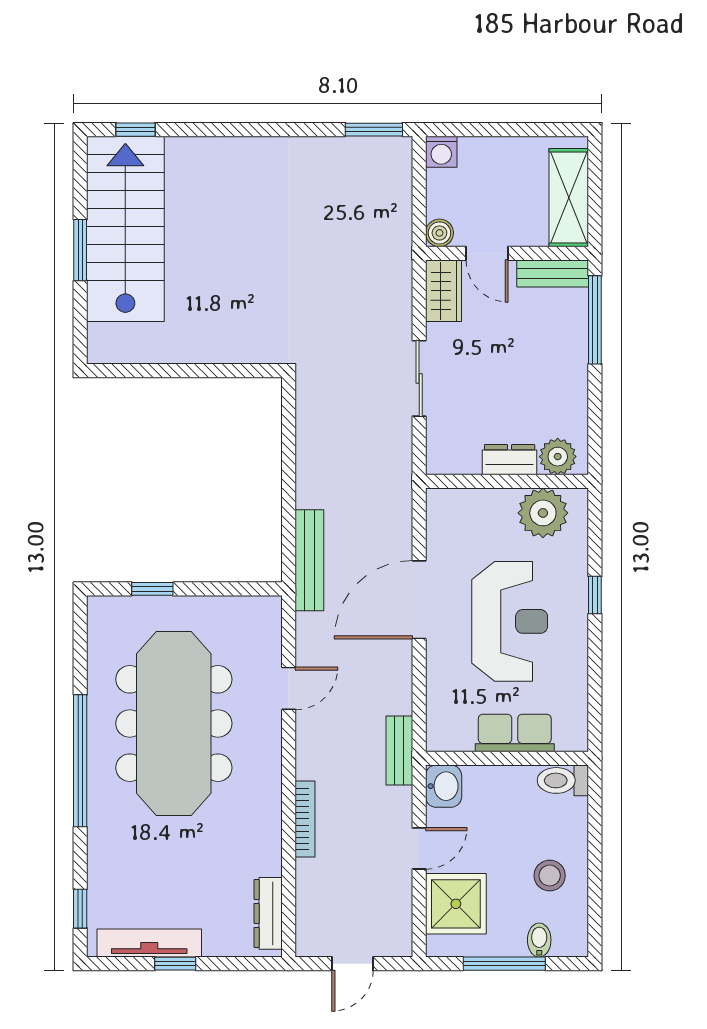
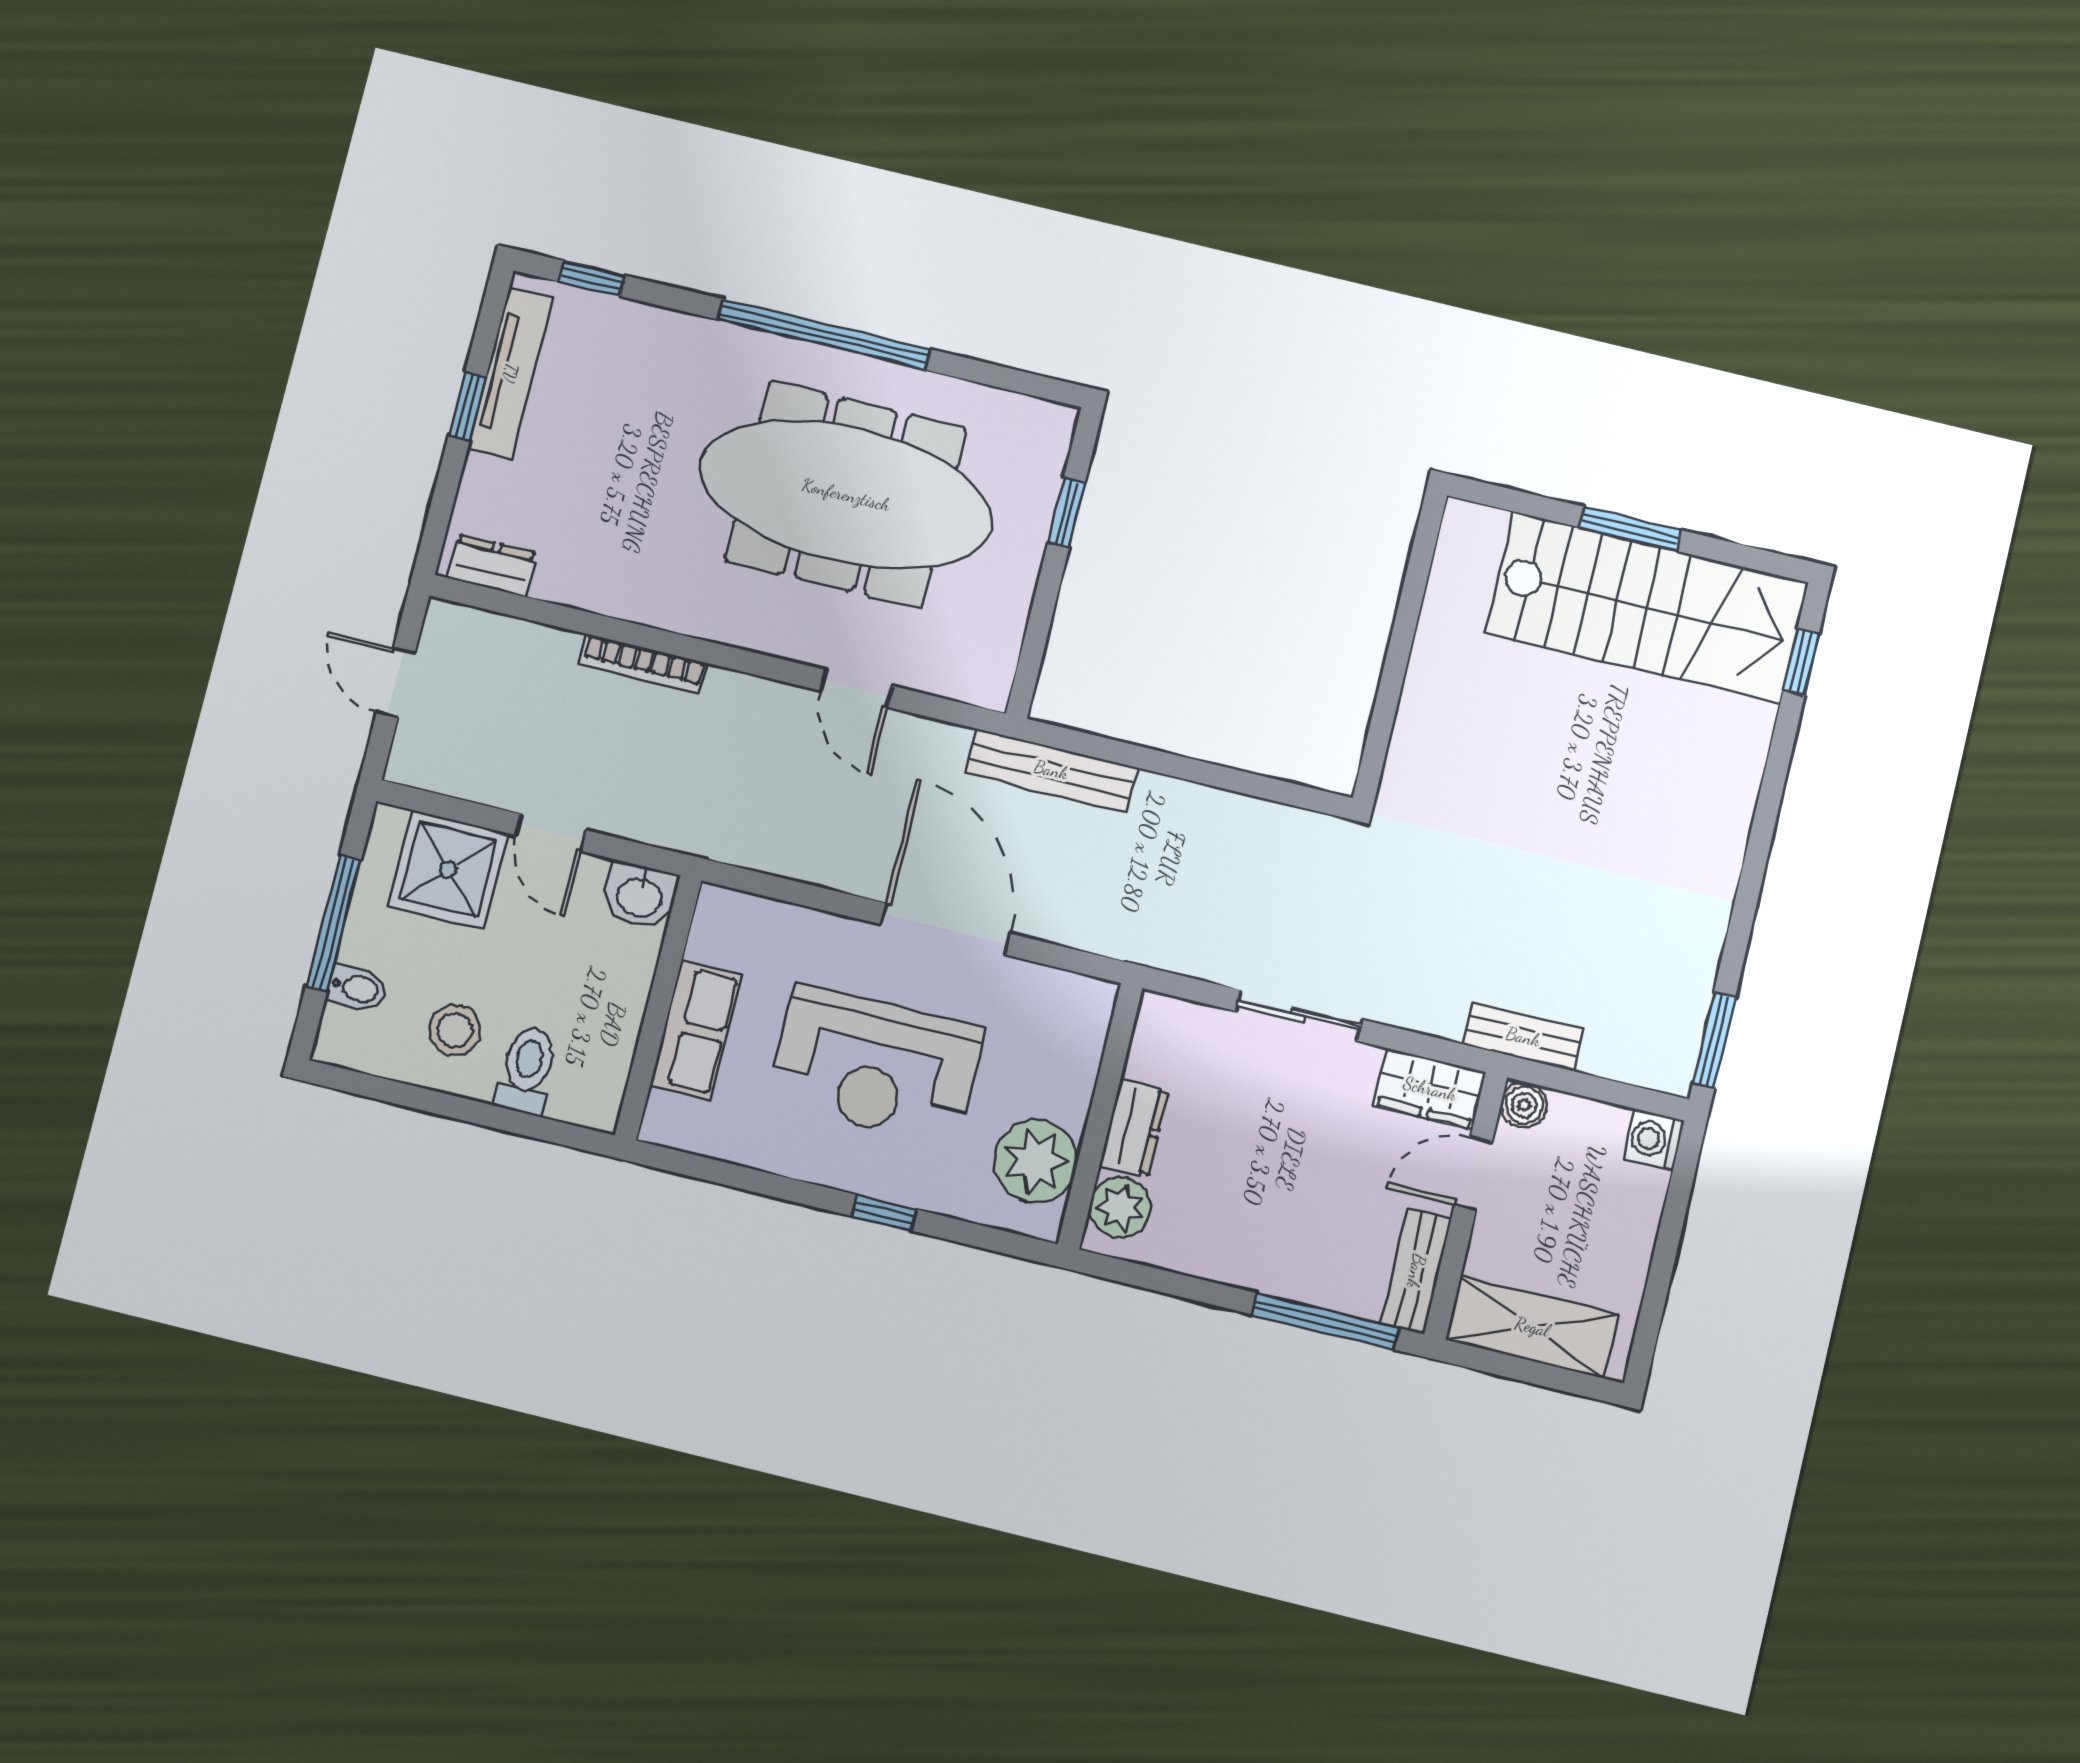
bench: (399, 751) -> (1523, 1037), moved
toilet: (563, 780) -> (527, 1070), moved
dresser: (268, 913) -> (492, 565), width x0.70

